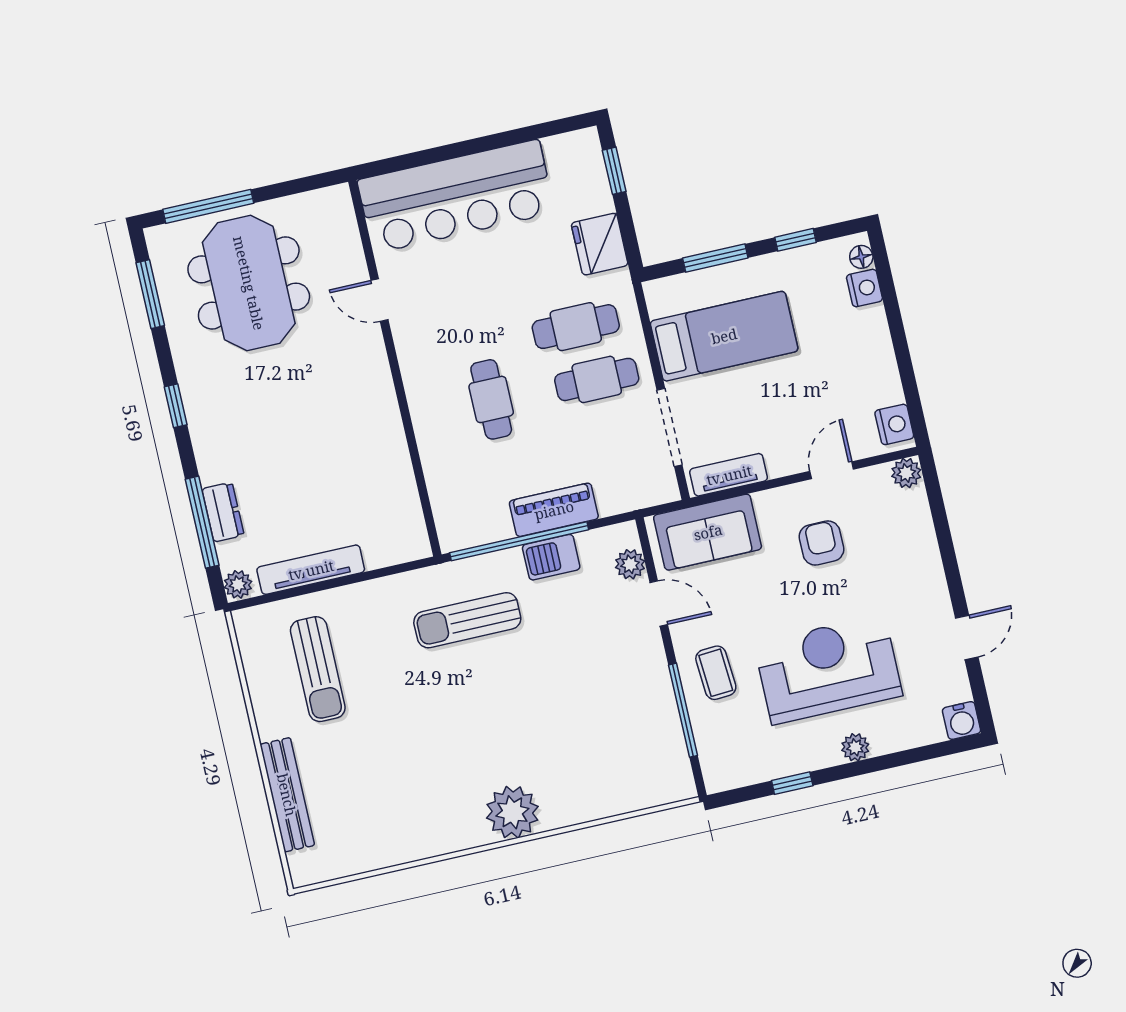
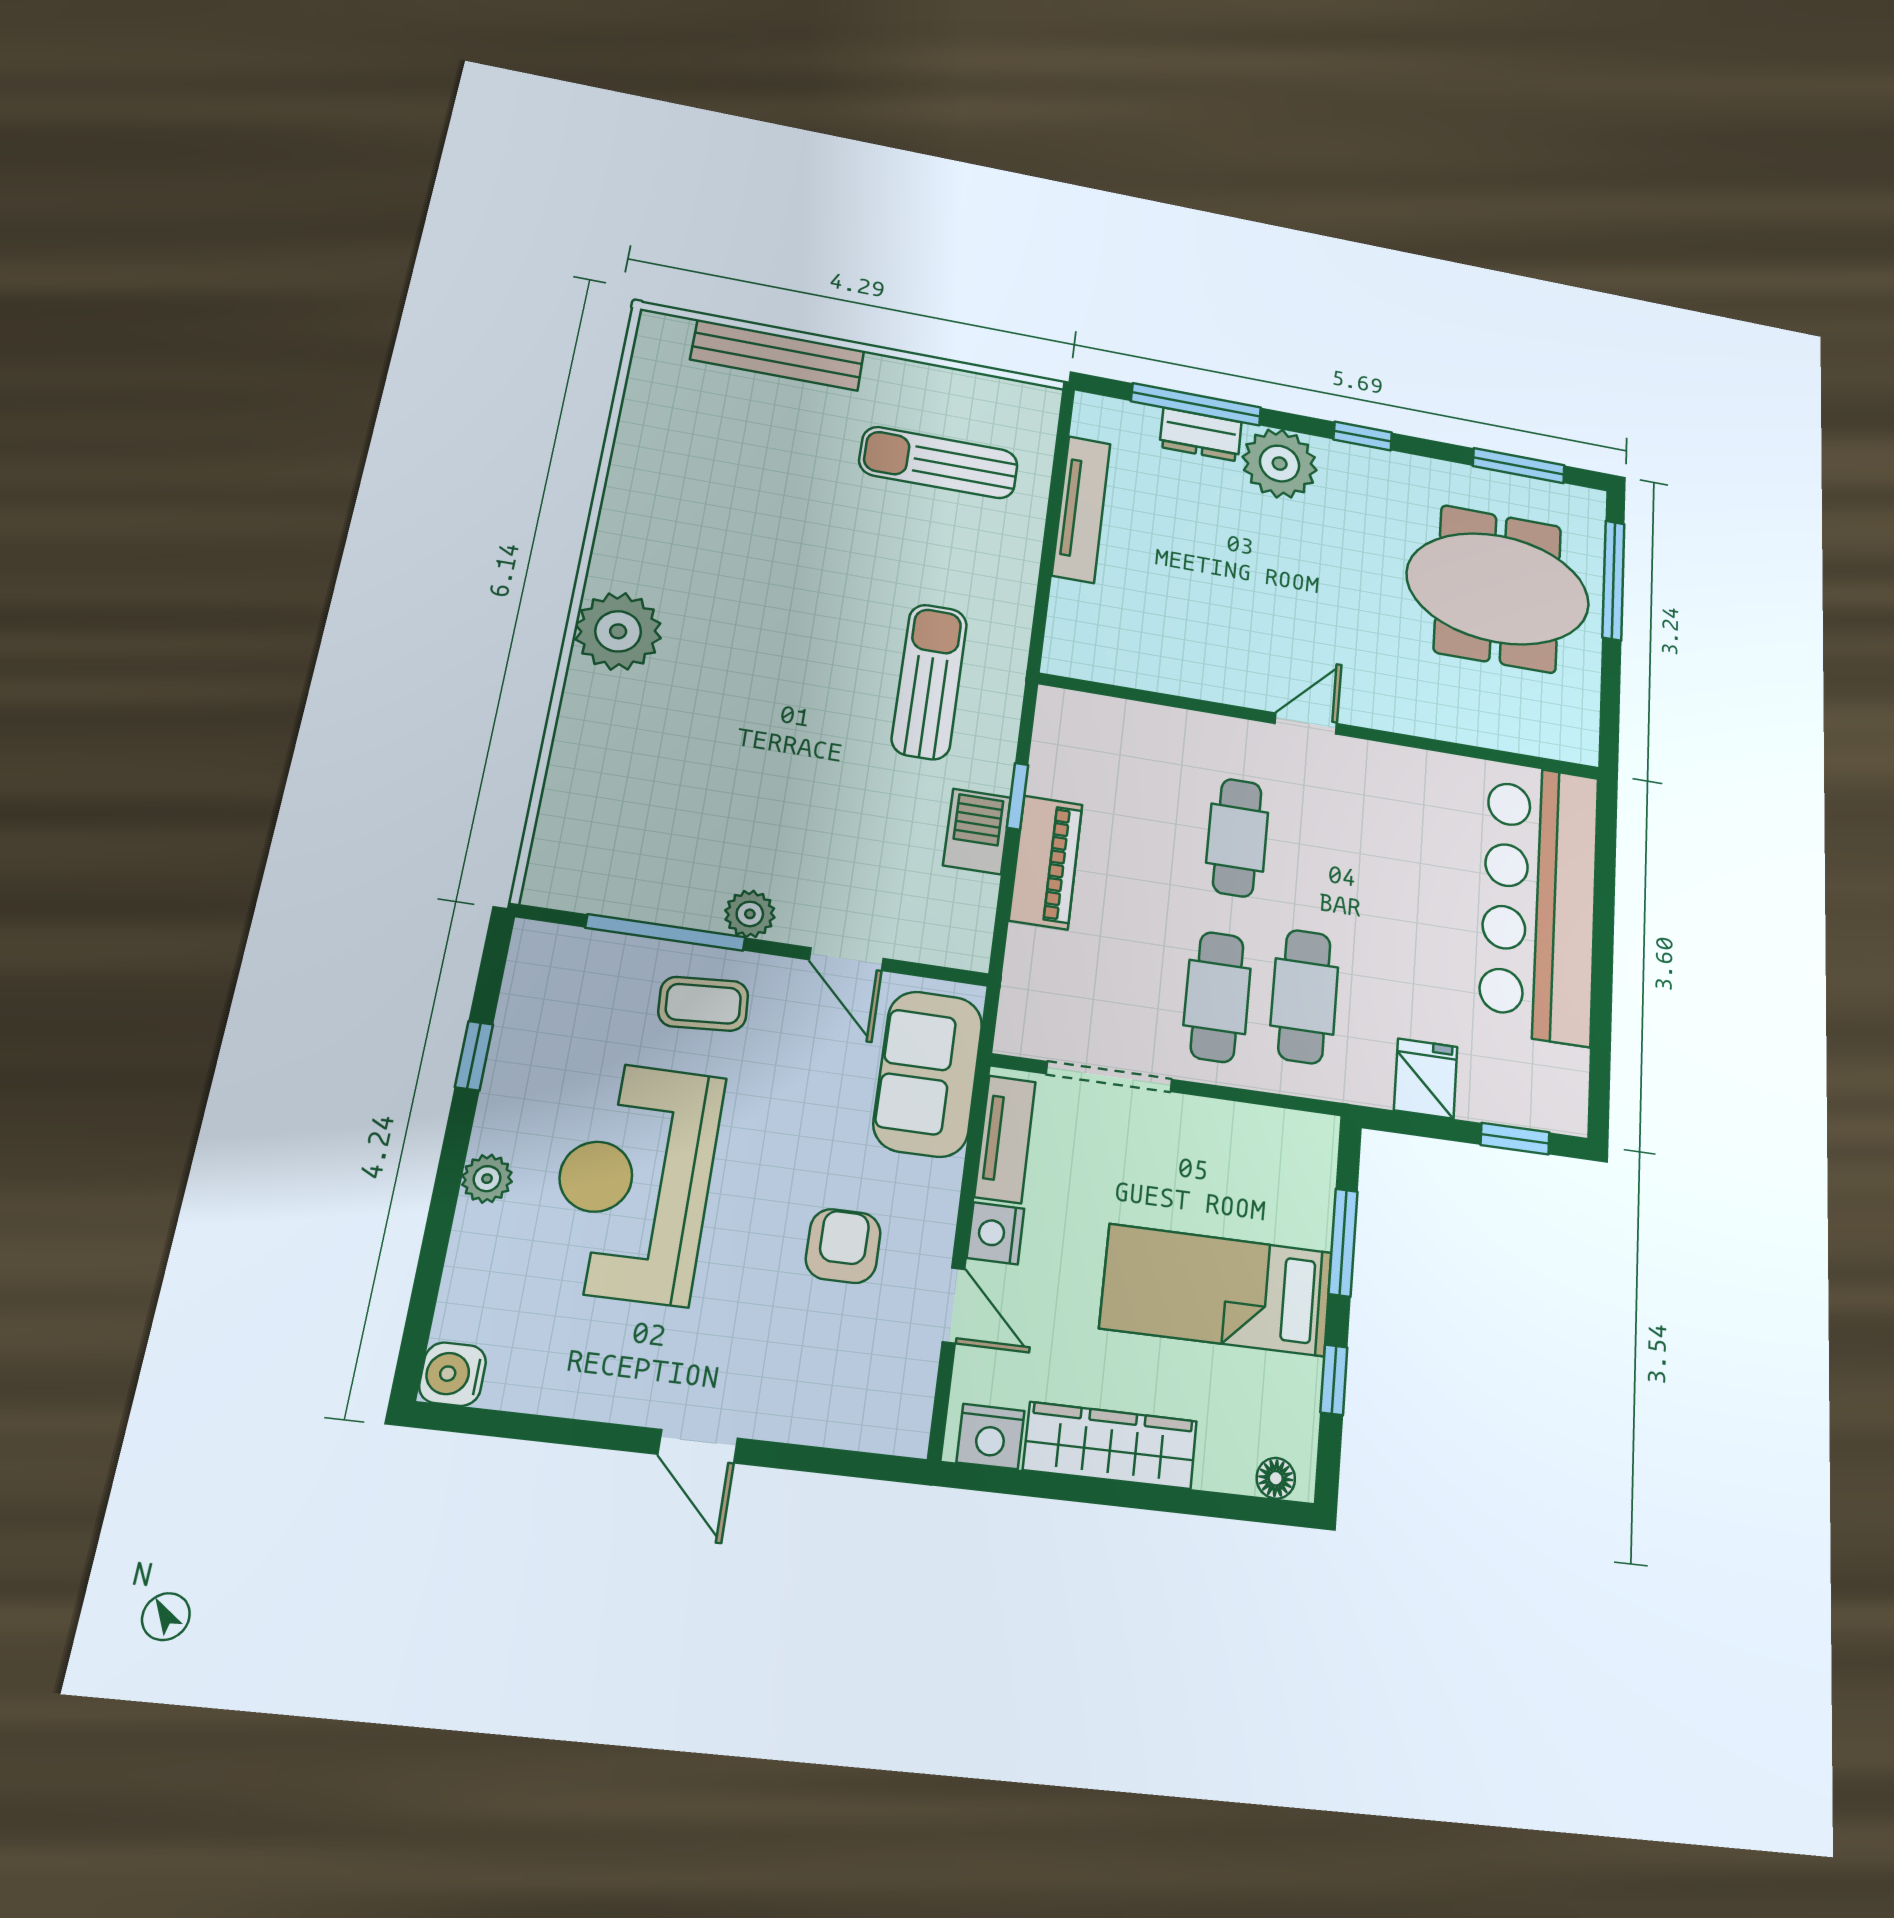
fridge: (600, 244) -> (1426, 1078), width x0.72
nightstand: (864, 288) -> (996, 1233), moved, turned 90
door: (379, 300) -> (1306, 723), moved
bed: (724, 336) -> (1217, 1290), moved, turned 90
wardrobe: (876, 356) -> (1110, 1445), added
cafe table: (491, 399) -> (1237, 838), turned 90
plant: (906, 473) -> (904, 1428), removed
window: (519, 541) -> (1017, 796), width x0.32
armchair: (821, 543) -> (843, 1246), turned -90
plant: (630, 564) -> (750, 914), moved
plant: (238, 584) -> (1280, 464), moved, width x1.87, depth x1.87
door: (659, 604) -> (846, 959), hinge flipped
door: (967, 638) -> (698, 1446), moved
reception desk: (828, 669) -> (634, 1182), turned 180

